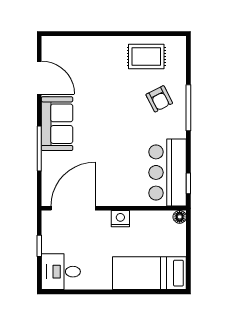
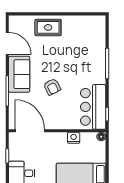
rug: (146, 56) -> (48, 27), moved
armchair: (159, 99) -> (52, 87), moved
door: (73, 208) -> (30, 131), hinge flipped
nightstand: (120, 219) -> (74, 138), moved

